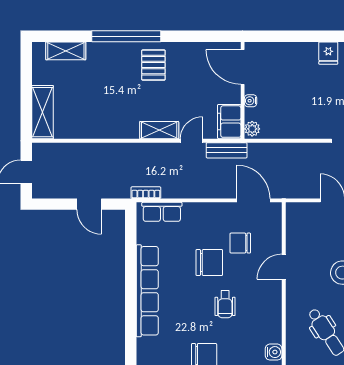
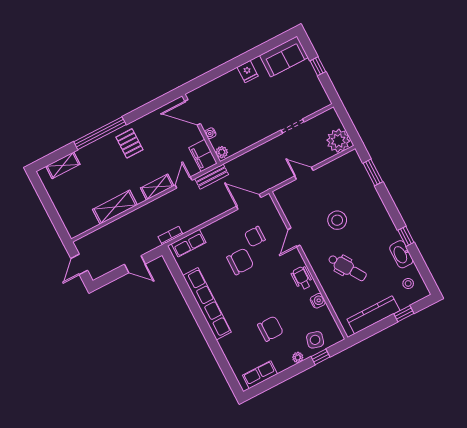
shelving: (43, 112) -> (115, 207), moved, turned 90
wheelchair: (225, 304) -> (302, 278), moved, turned 180

